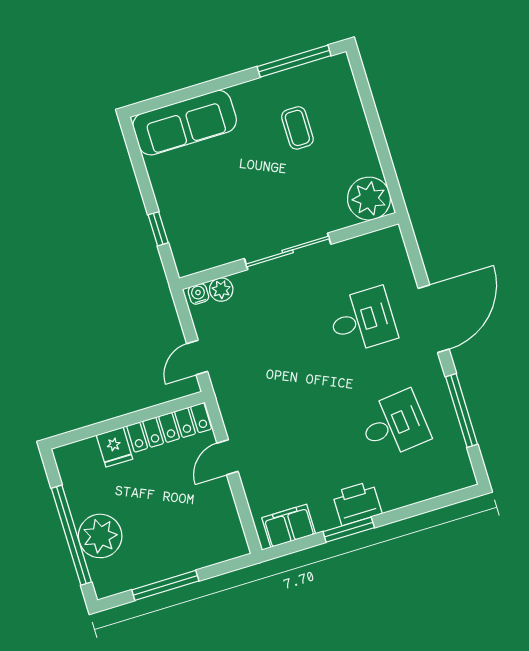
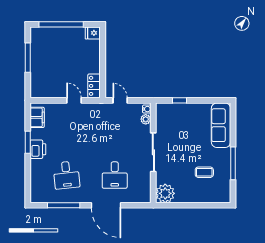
window: (294, 61) -> (233, 163), moved
locker: (169, 427) -> (94, 86), width x0.66
fridge: (114, 447) -> (93, 33), moved
plant: (100, 536) -> (57, 36), removed

